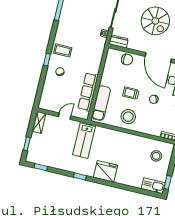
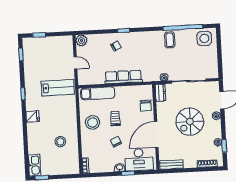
coffee table: (63, 50) -> (170, 40), moved
row of seats: (88, 92) -> (123, 77), moved
plant: (45, 104) -> (81, 40), added
shelving: (39, 122) -> (62, 40), removed
lab bench: (84, 141) -> (58, 88), turned 180
stool: (156, 156) -> (60, 142), moved
fridge: (106, 171) -> (33, 116), width x0.53, depth x0.75

